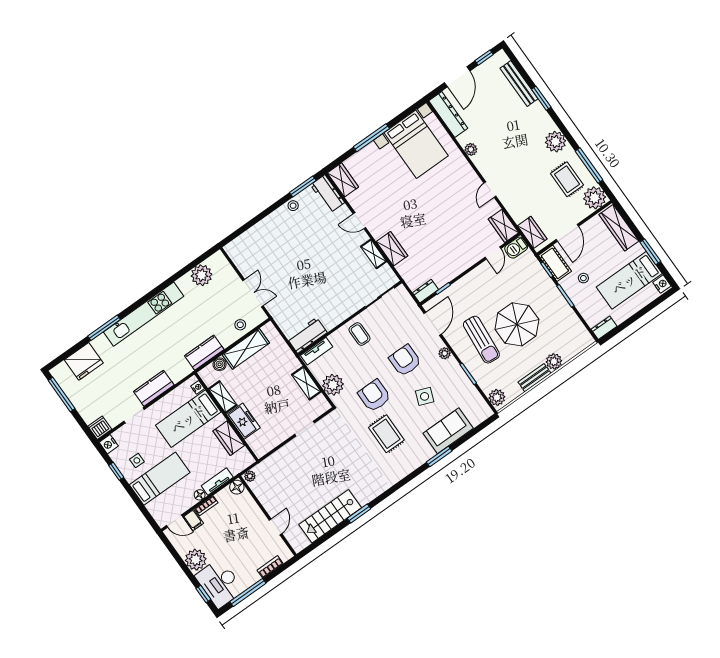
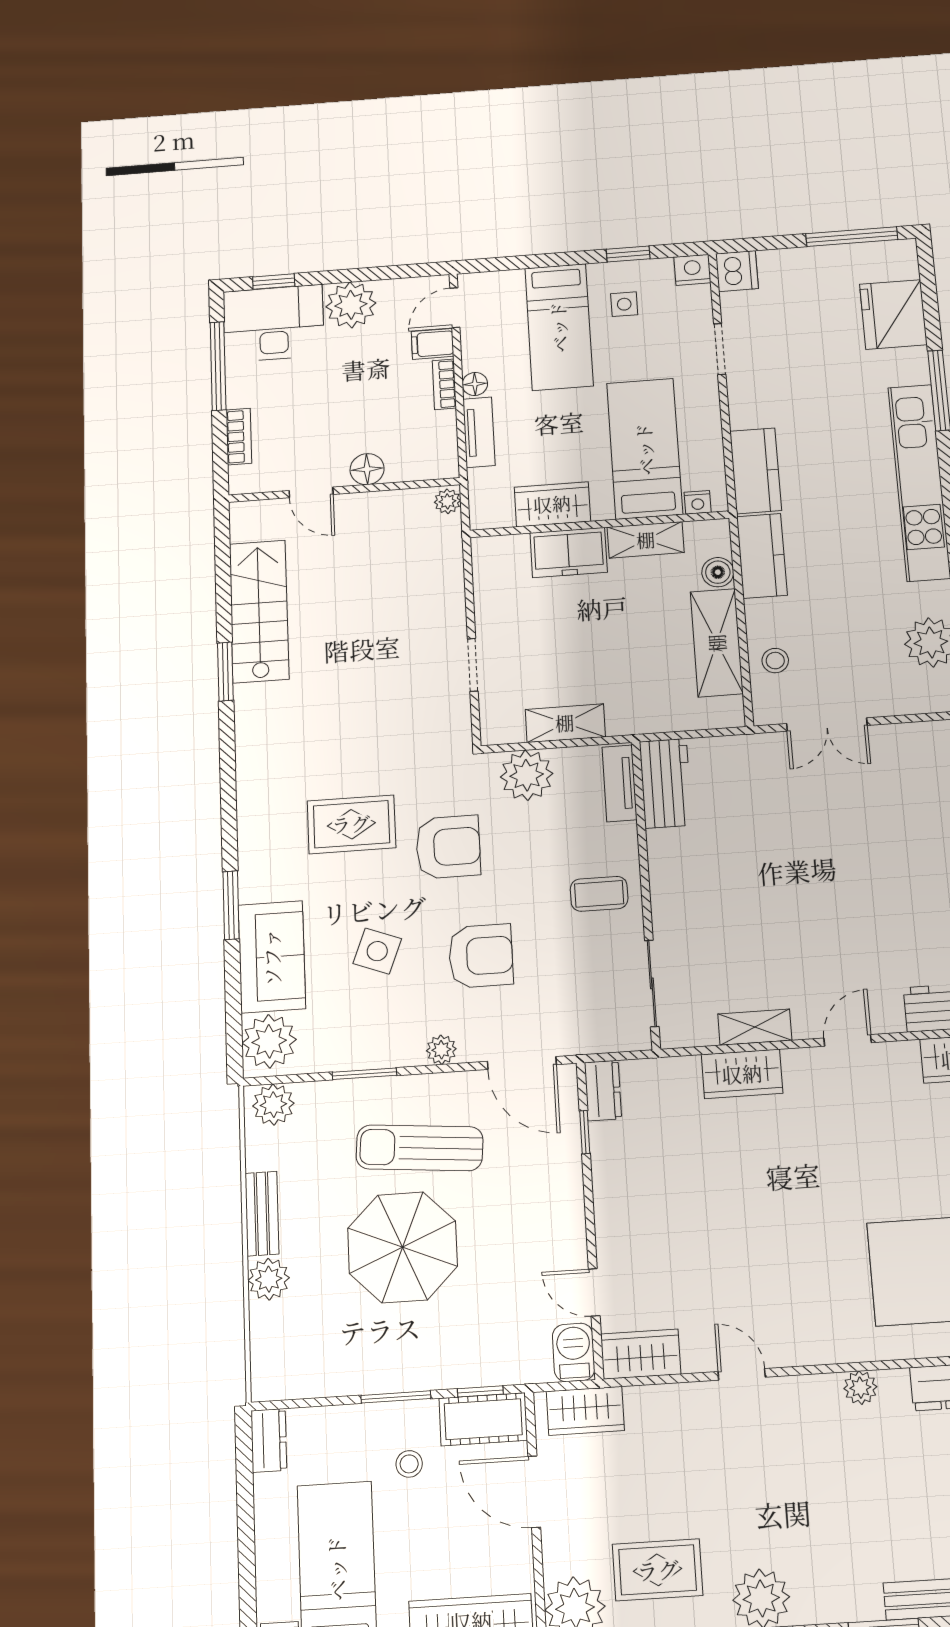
kitchen counter: (154, 388) -> (756, 471), moved
plant: (477, 413) -> (269, 1041), added
floor lamp: (237, 487) -> (367, 469), moved

